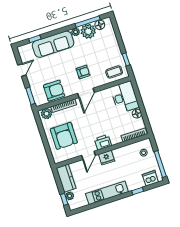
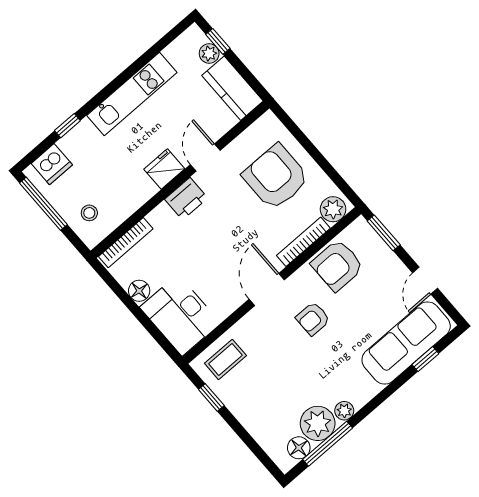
sofa: (53, 44) -> (406, 343), moved
armchair: (83, 72) -> (313, 319), moved

